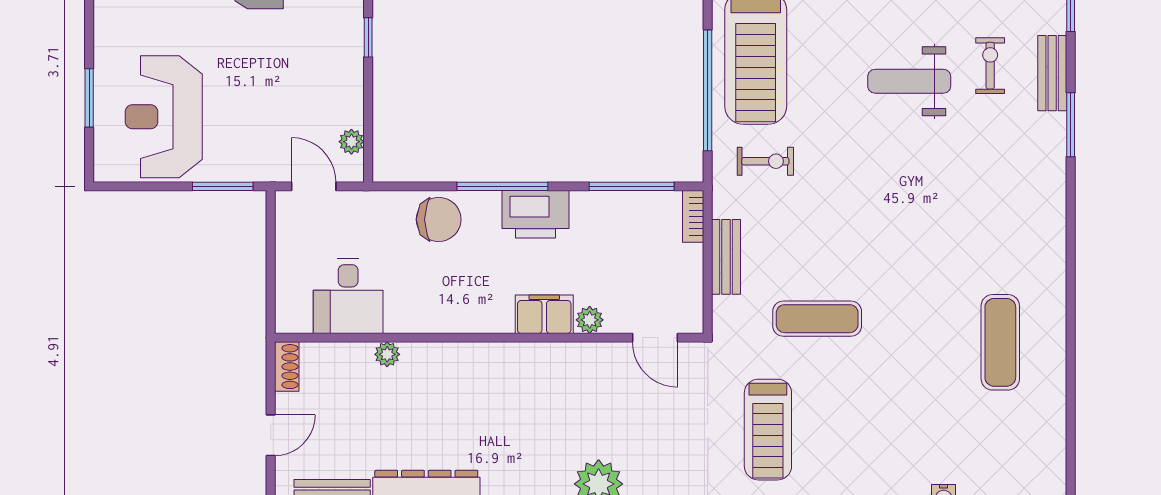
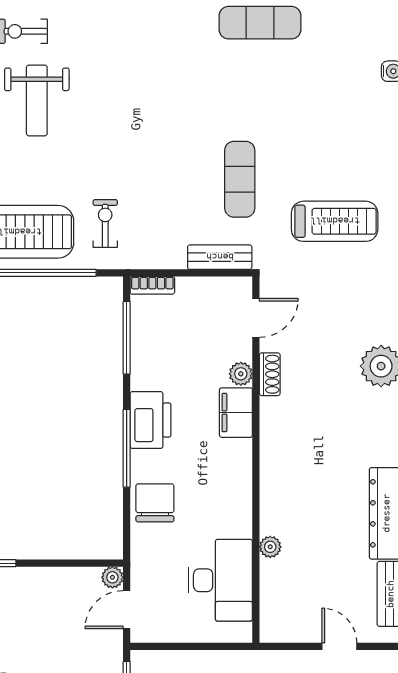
plant: (351, 142) -> (112, 577), moved
bench: (726, 257) -> (220, 257), moved
desk: (348, 296) -> (220, 580), width x1.37
shoe rack: (287, 367) -> (270, 374), moved, turned 90

